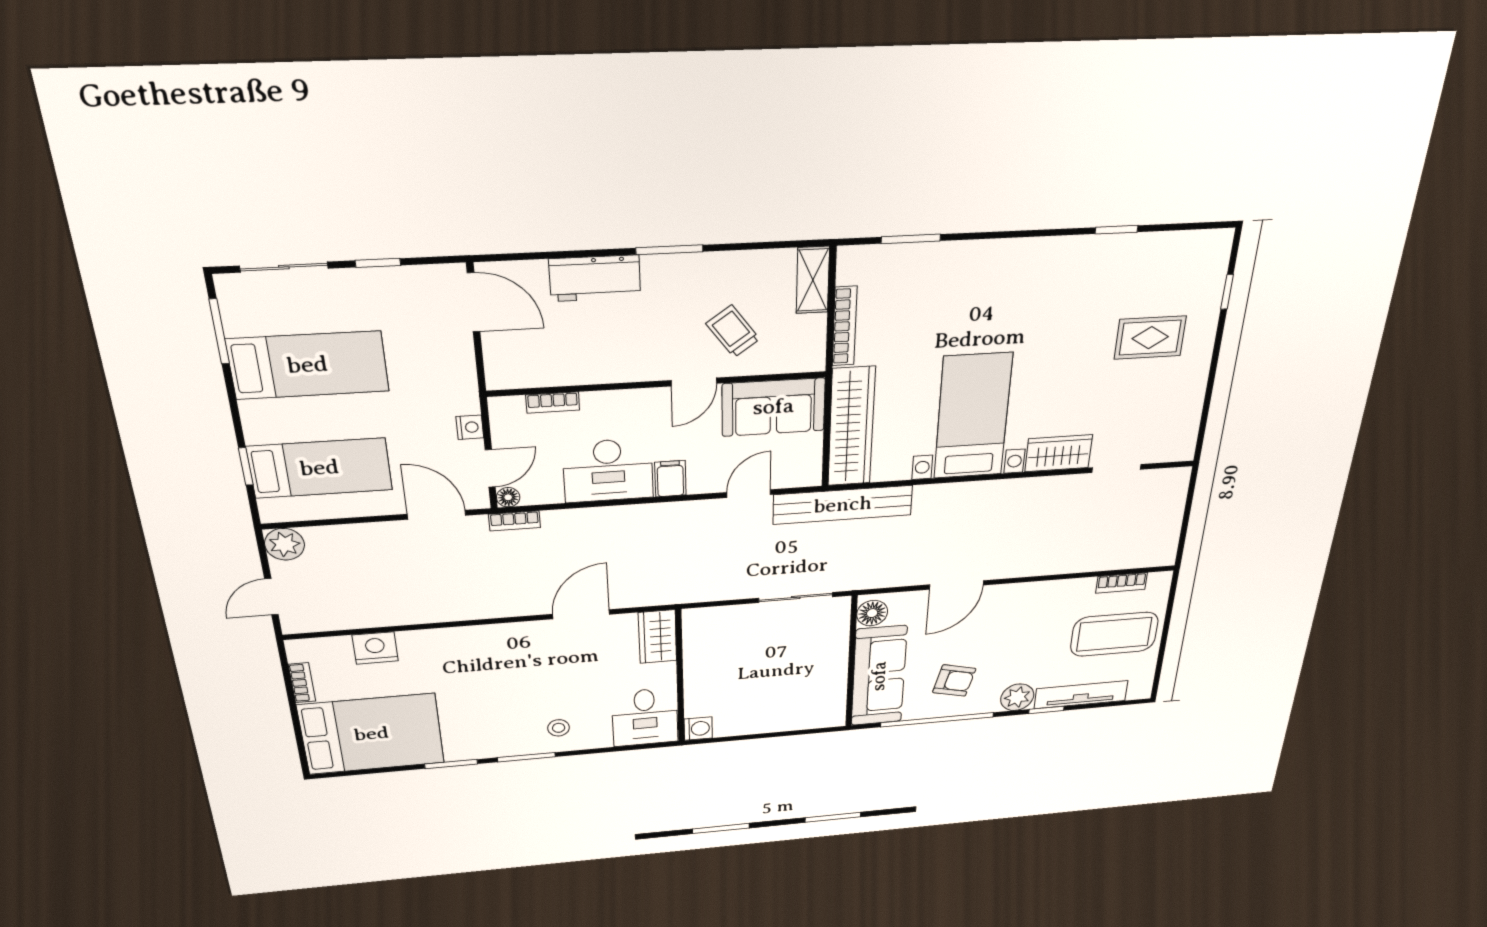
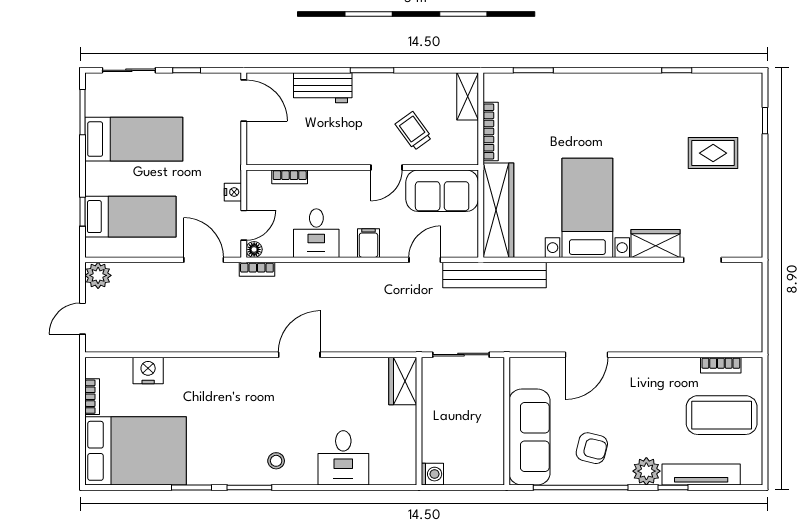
desk: (608, 471) -> (316, 233), width x0.73
floor lamp: (872, 613) -> (521, 375), removed
wardrobe: (658, 637) -> (403, 381), moved
wall: (680, 677) -> (419, 421), moved
washing machine: (698, 729) -> (432, 474), moved

